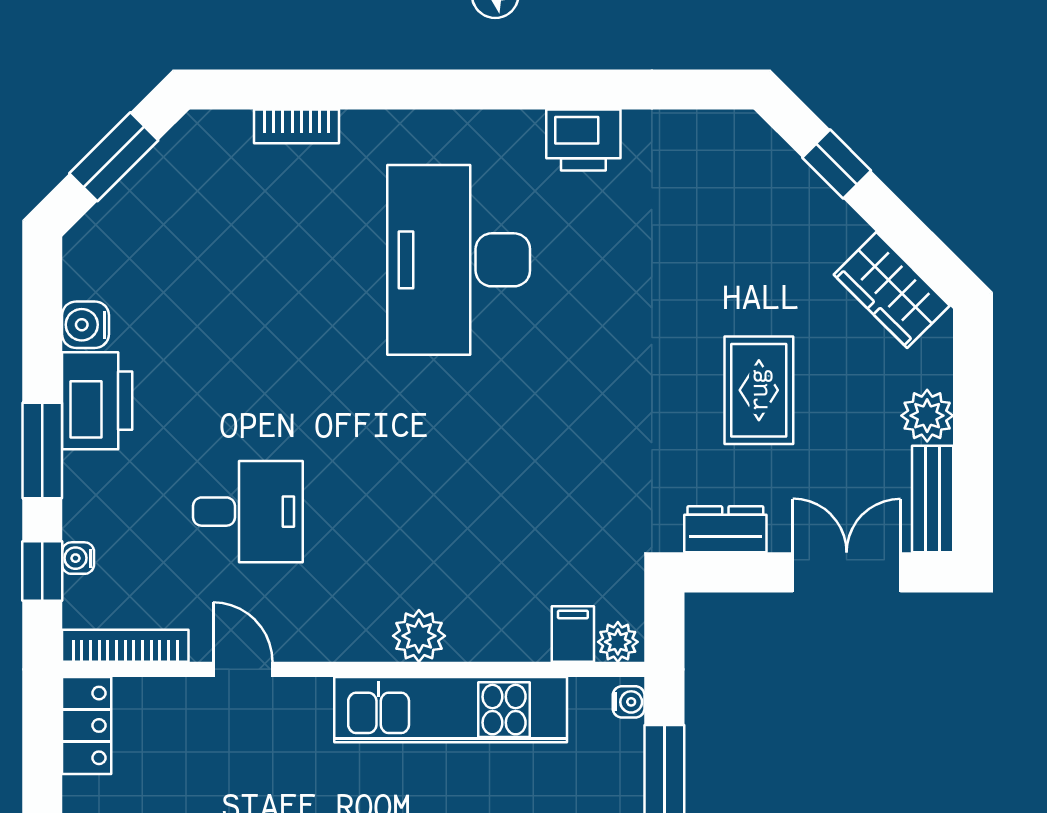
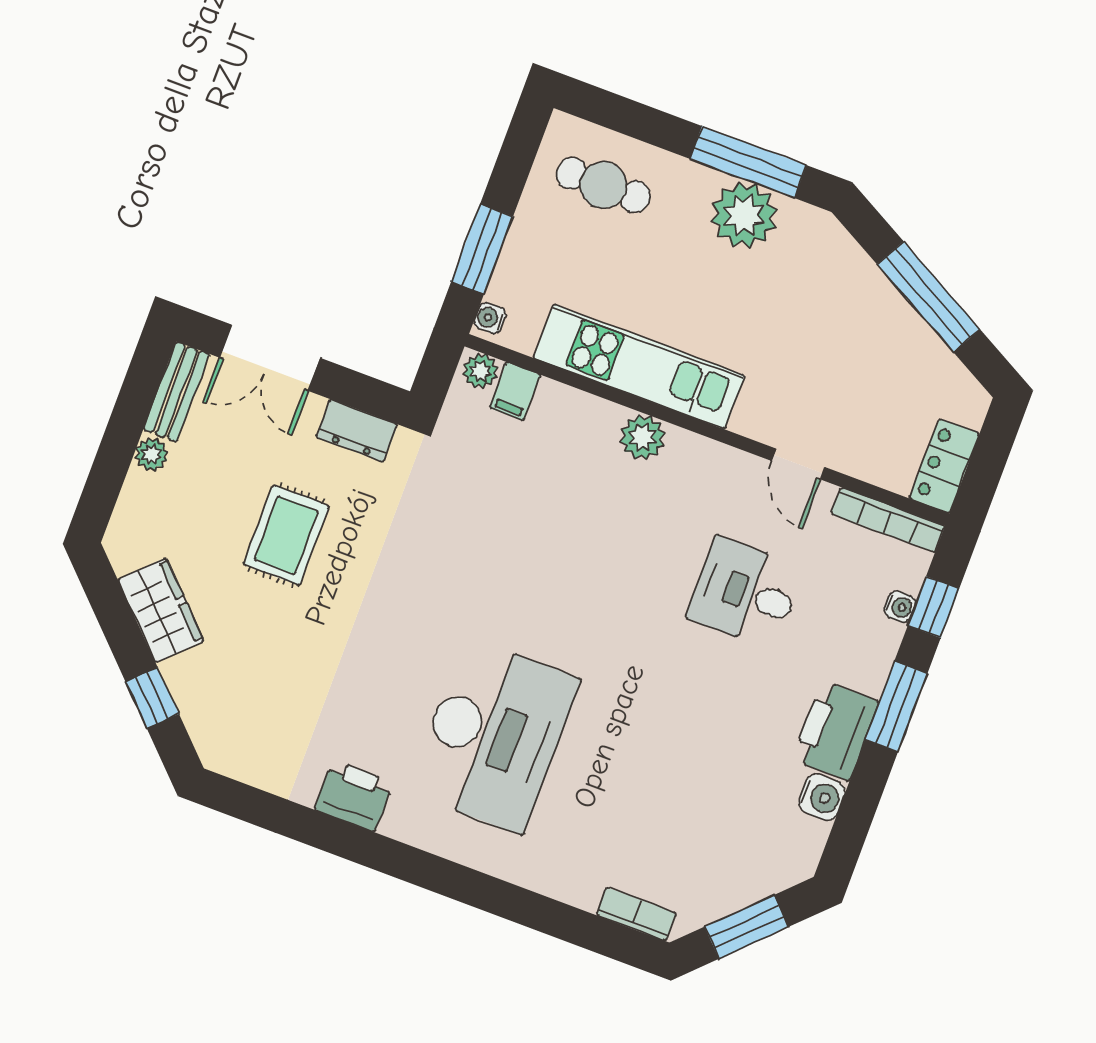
bookcase: (297, 126) -> (636, 914), moved
wardrobe: (892, 290) -> (161, 610), moved
plant: (927, 416) -> (152, 454), width x0.73, depth x0.73

